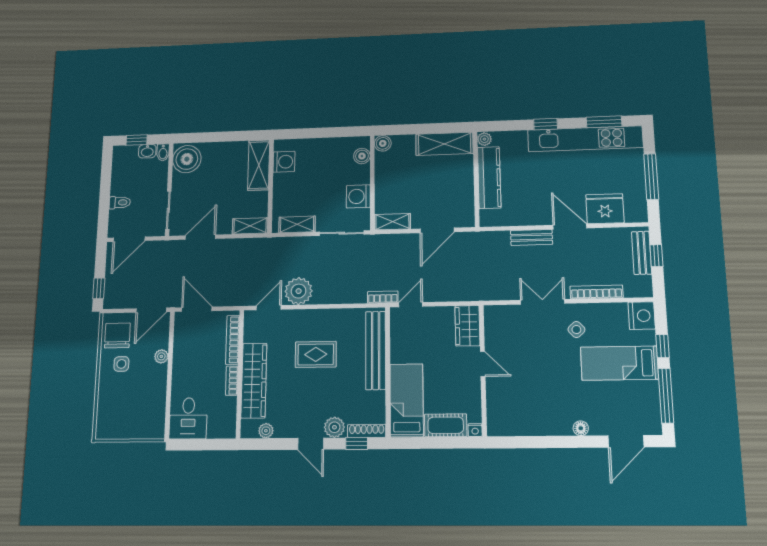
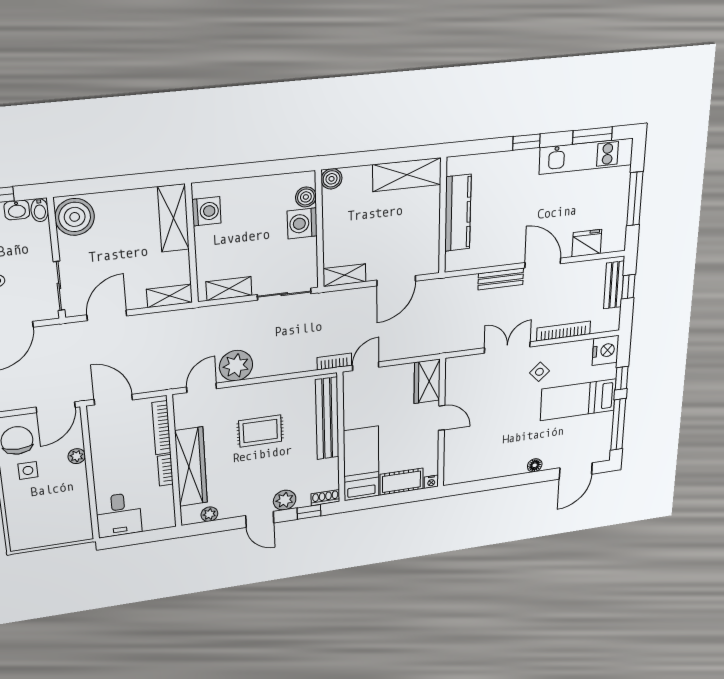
plant: (484, 139) -> (455, 165), removed
kitchen unit: (585, 139) -> (586, 156), width x0.73
washing machine: (358, 196) -> (302, 223), moved
fridge: (605, 209) -> (587, 243), width x0.73, depth x0.75
shoe rack: (367, 431) -> (325, 498), width x0.70

